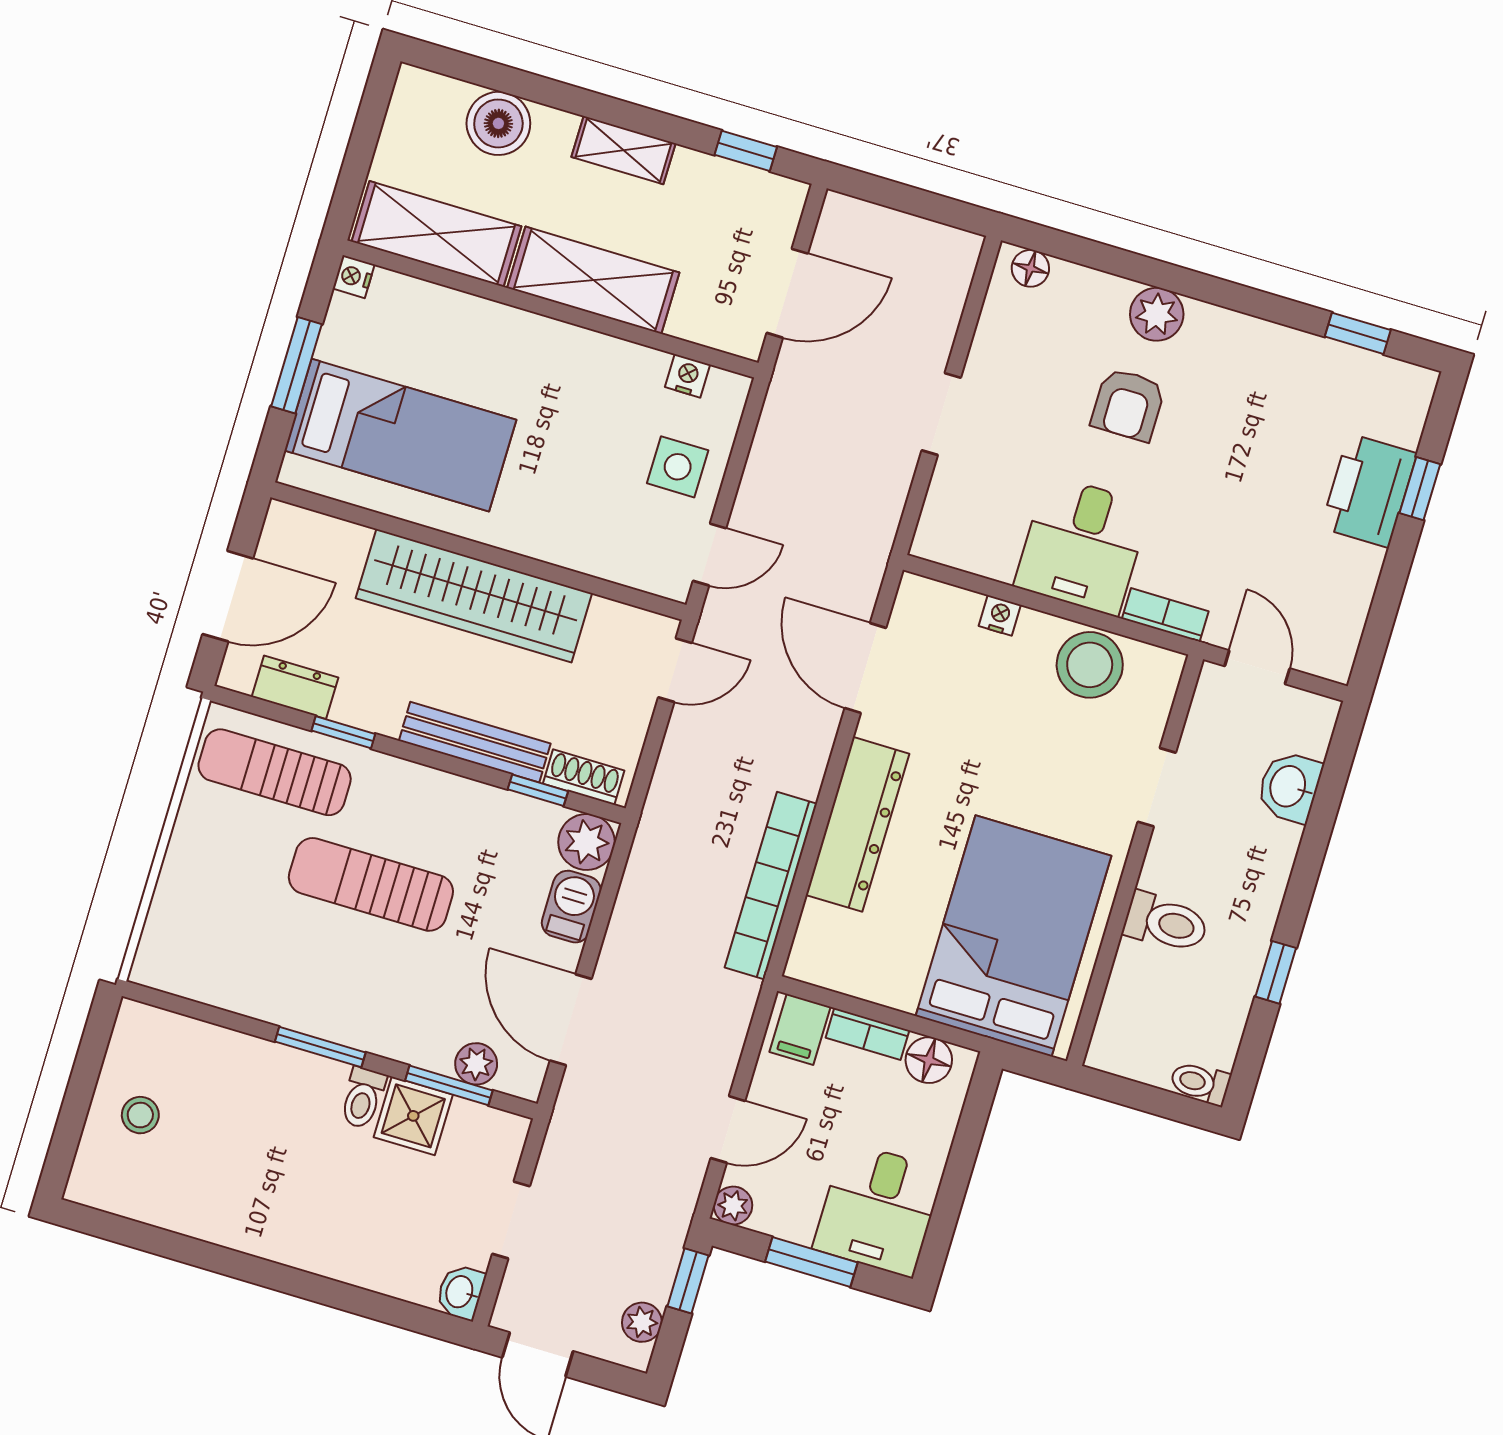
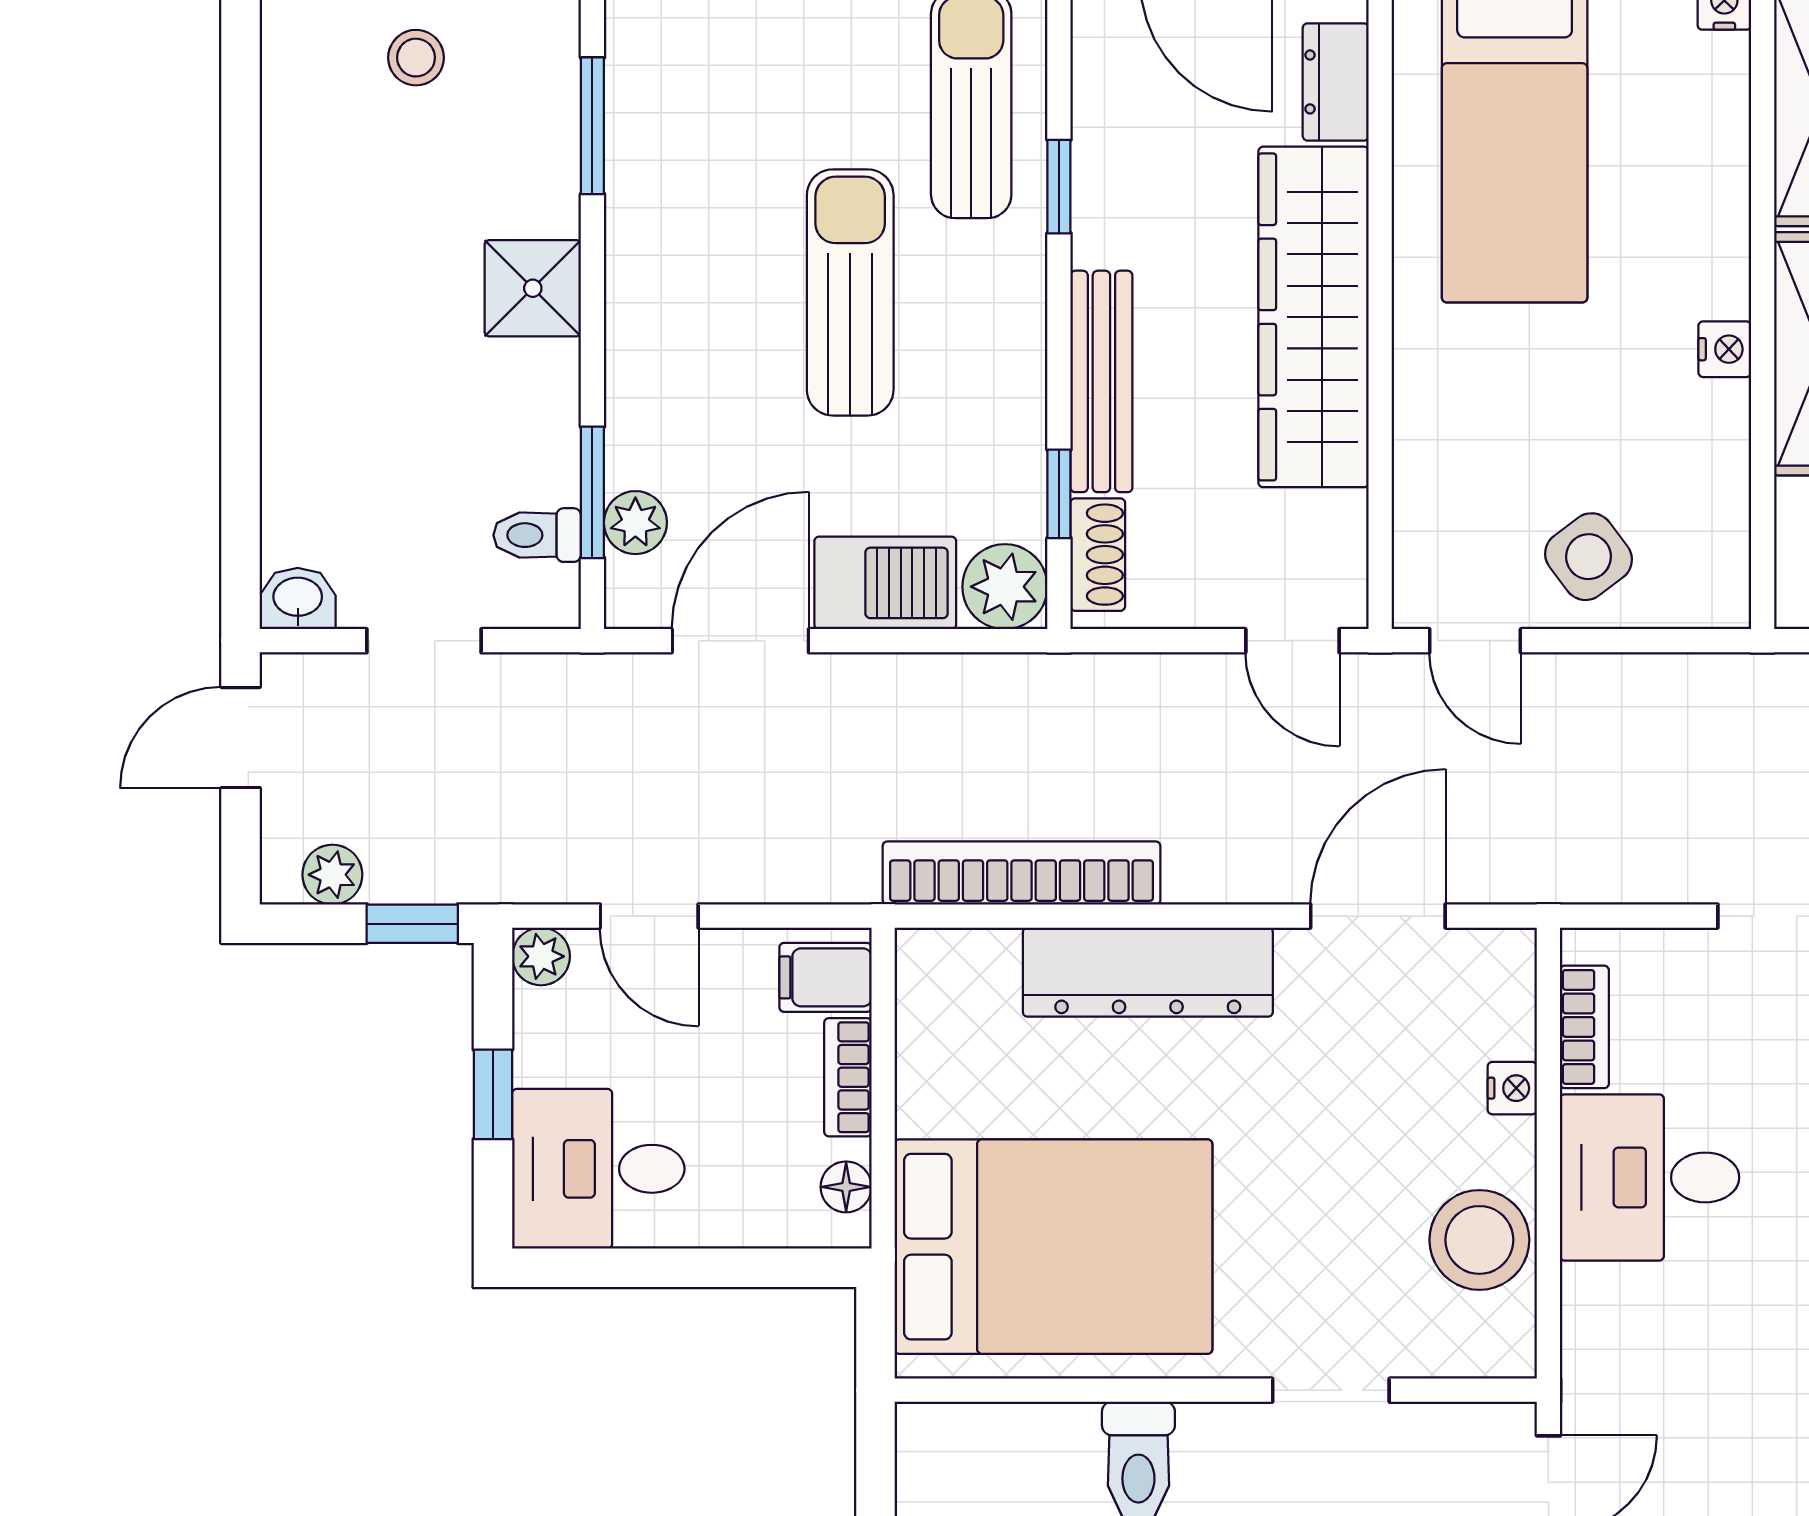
nightstand: (688, 376) -> (1725, 349), moved
side table: (678, 467) -> (1589, 557), turned -37
bookcase: (1165, 615) -> (1584, 1027), moved
dresser: (295, 687) -> (1336, 82), moved, turned 180
barbecue: (571, 907) -> (885, 583), width x1.38, depth x1.27
window: (320, 1047) -> (592, 126), moved
floor lamp: (929, 1060) -> (846, 1187), width x0.73, depth x0.73
toilet: (363, 1098) -> (537, 535), moved
shower: (413, 1116) -> (533, 288), moved
window: (811, 1262) -> (493, 1094), width x0.67

